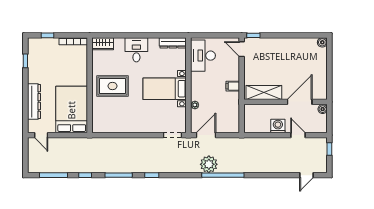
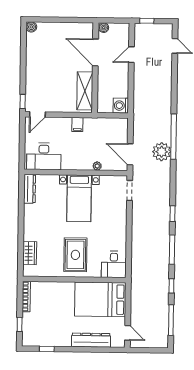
wardrobe: (103, 44) -> (30, 253), moved
desk: (136, 50) -> (114, 264), moved, turned -90
washing machine: (278, 126) -> (121, 106), moved
door: (41, 135) -> (128, 333), hinge flipped

